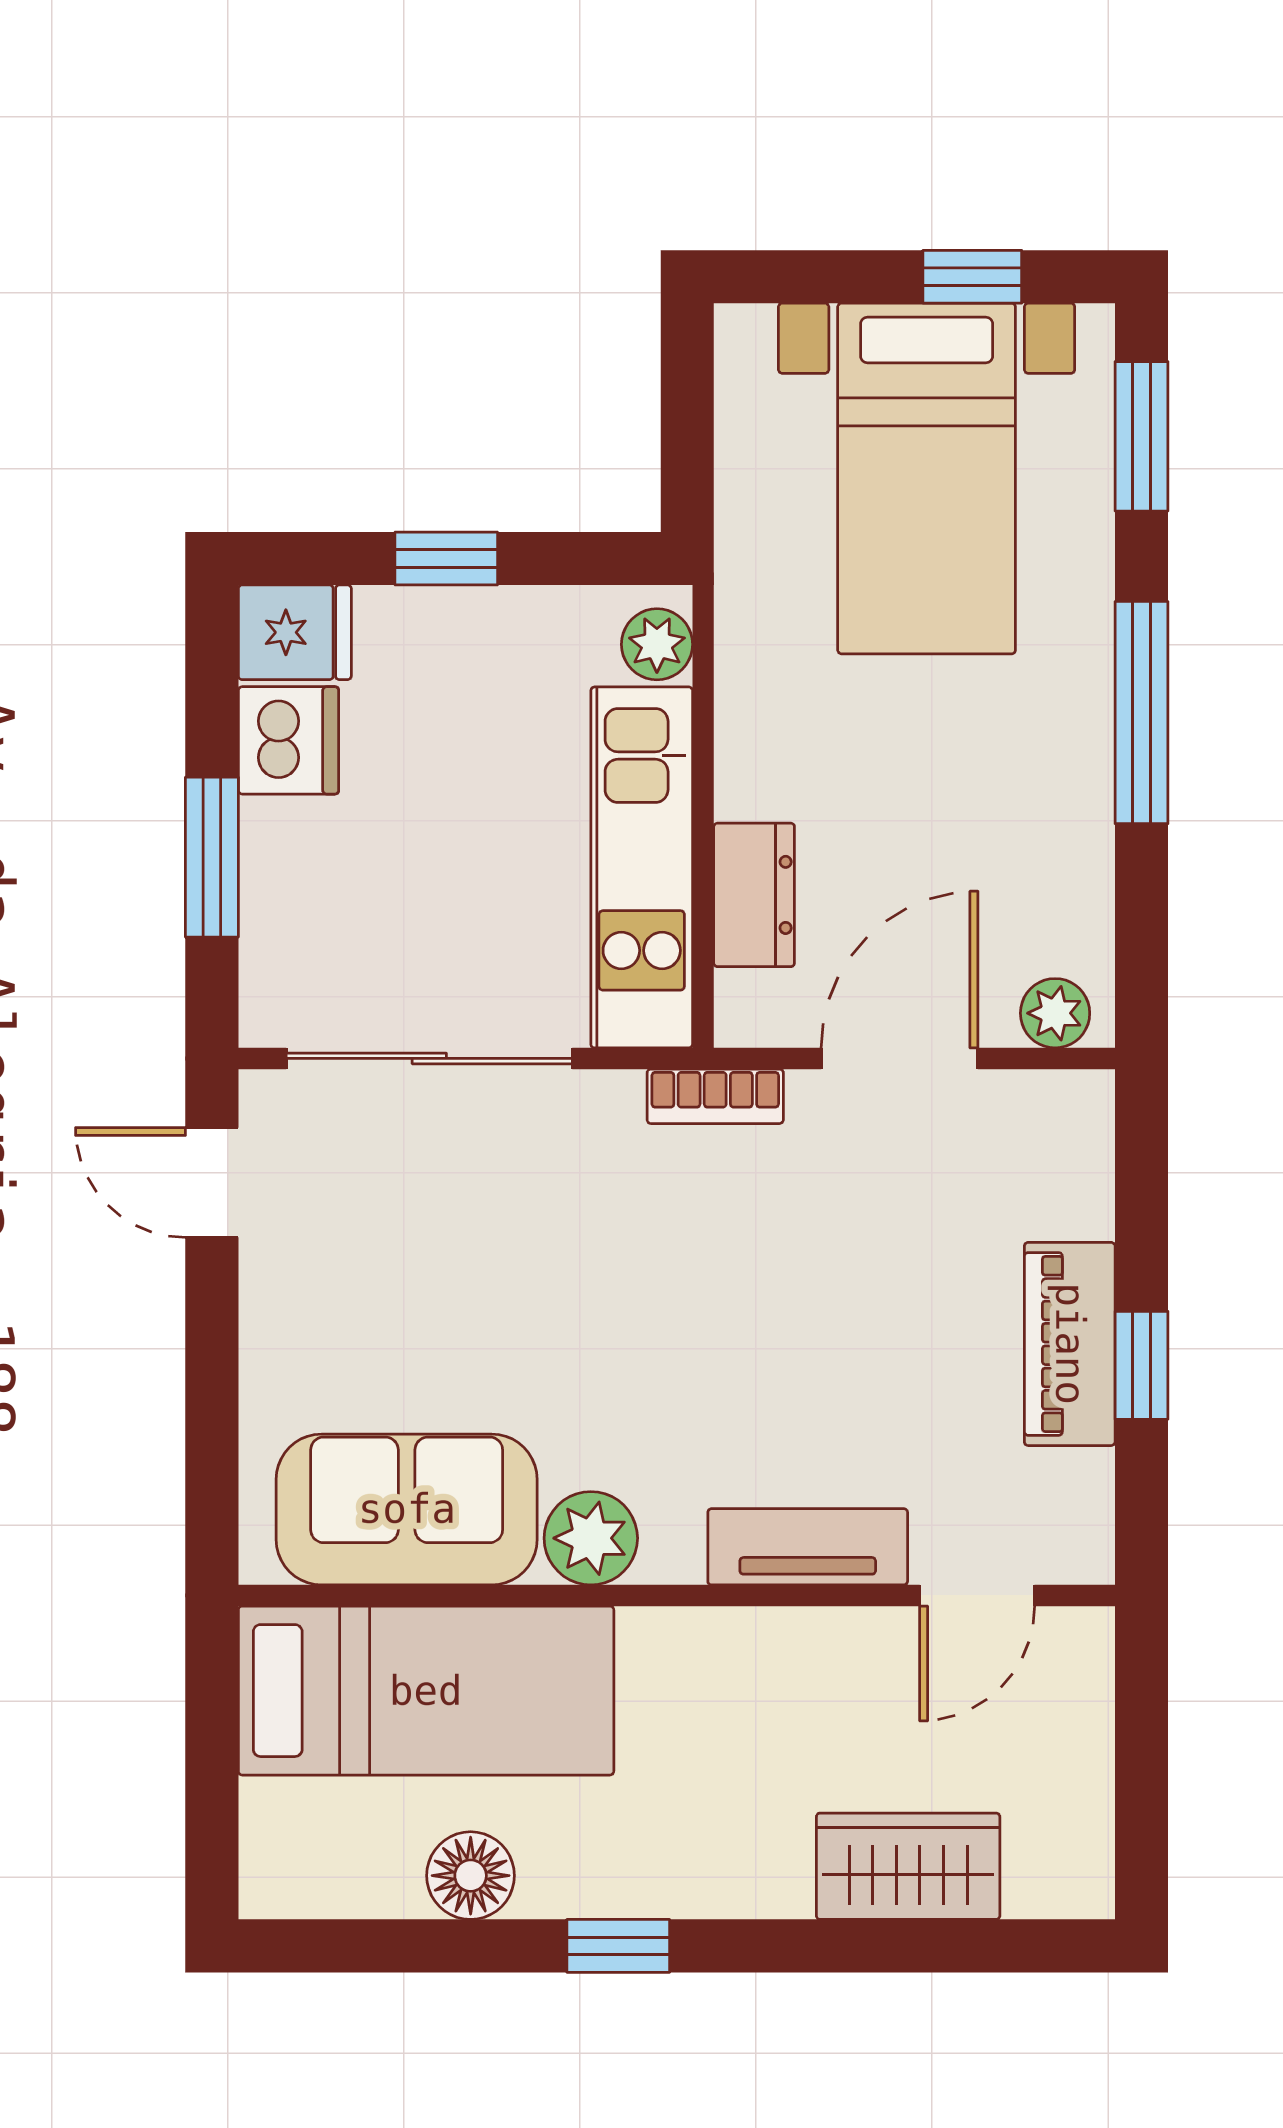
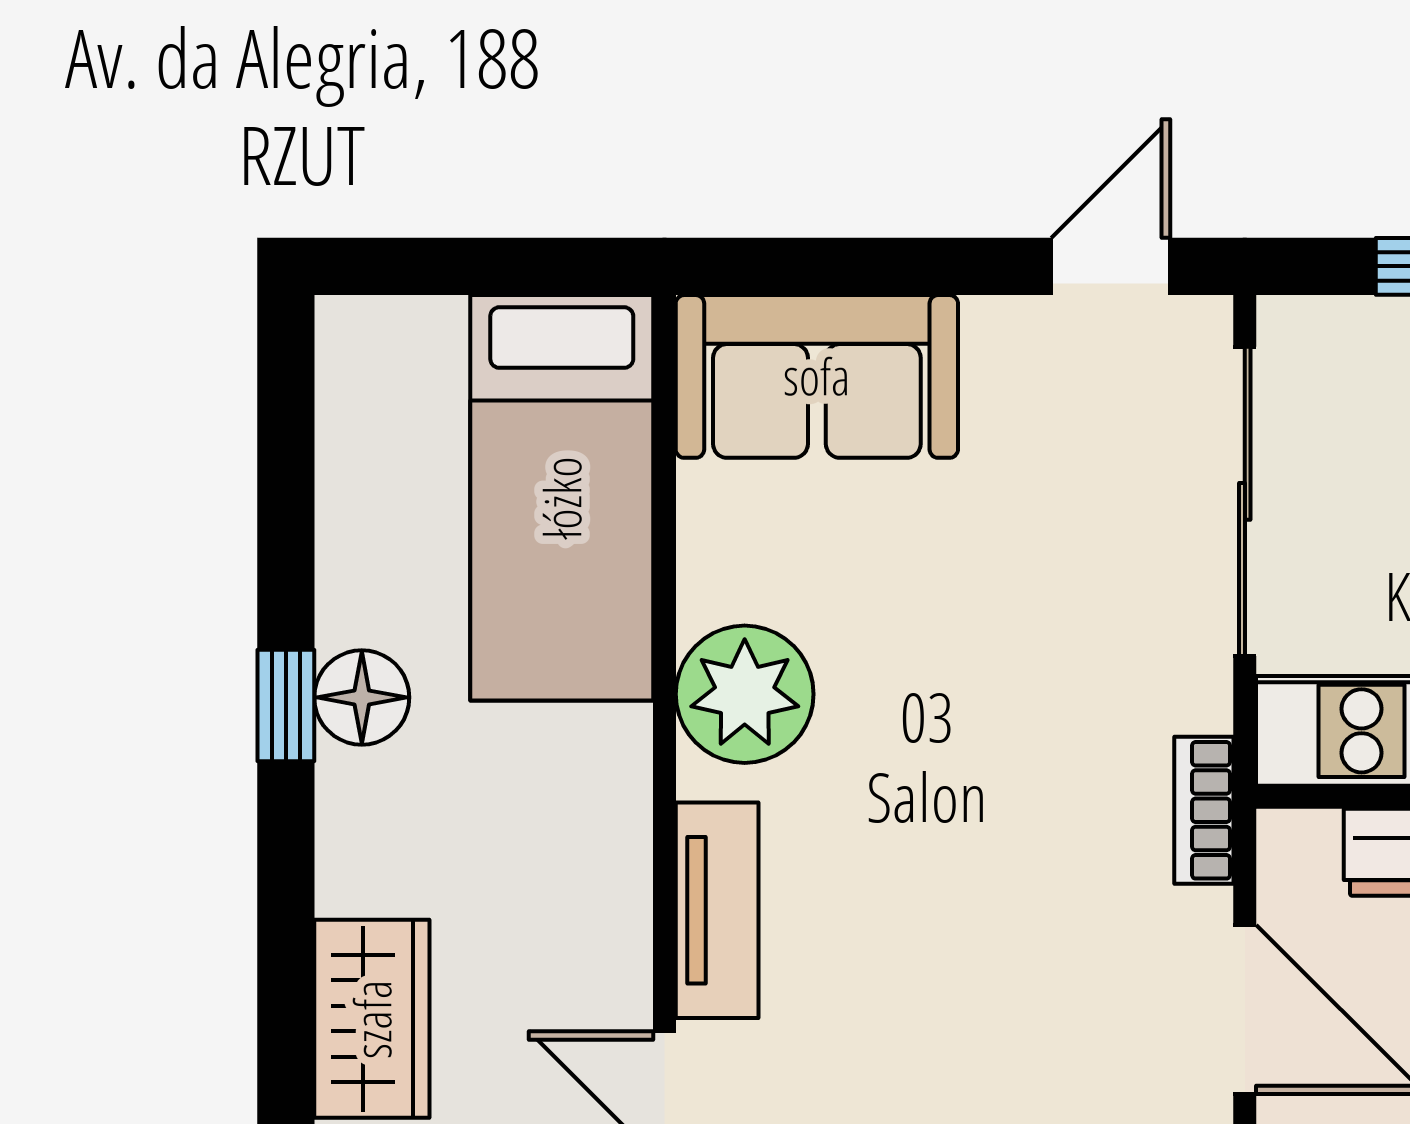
sofa: (407, 1509) -> (817, 376), moved, turned 90
plant: (591, 1538) -> (745, 694), width x1.36, depth x1.36
floor lamp: (471, 1876) -> (362, 697), moved

